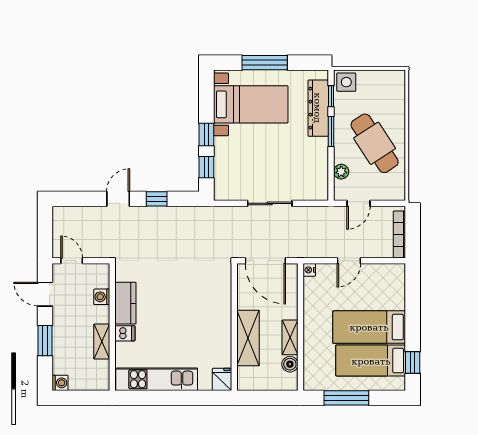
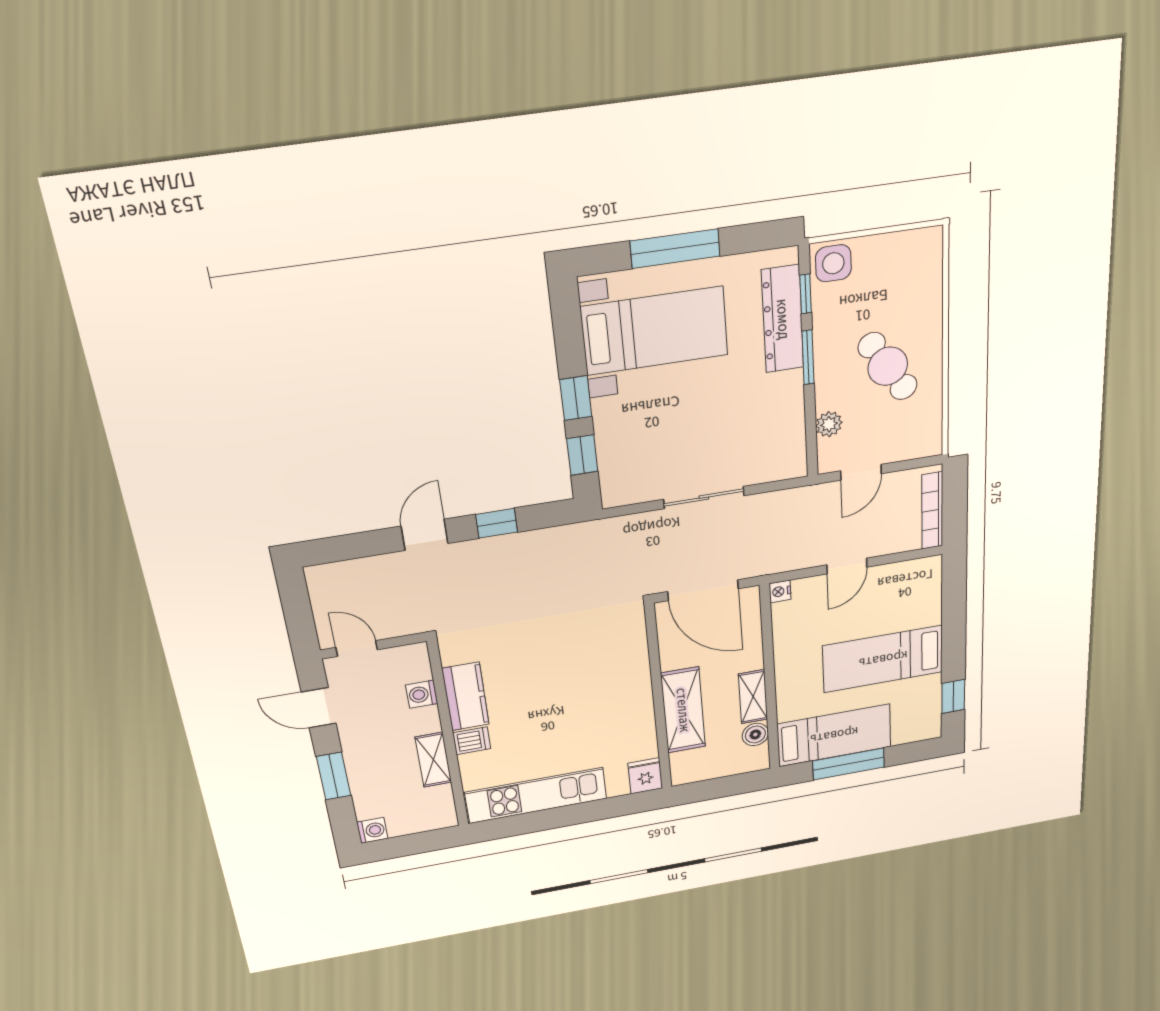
cafe table: (375, 143) -> (888, 366), width x0.73, depth x0.74
bed: (371, 361) -> (834, 735), moved, turned 180

